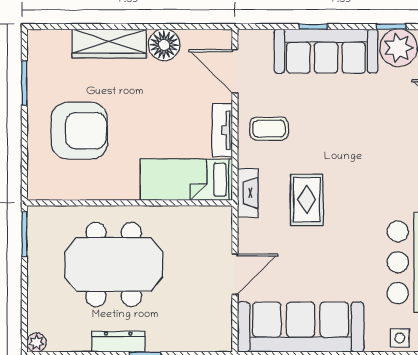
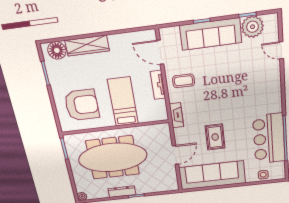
floor lamp: (164, 45) -> (57, 50), moved
armchair: (79, 131) -> (82, 105), moved
bed: (186, 180) -> (123, 102), moved, turned 90
rug: (307, 200) -> (215, 137), moved
meeting table: (114, 264) -> (113, 157), width x1.36

